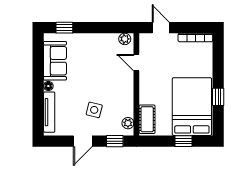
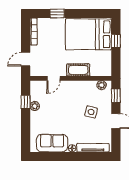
window: (64, 28) -> (26, 102), moved
plant: (125, 39) -> (35, 106), moved
window: (218, 97) -> (57, 13), moved
cot: (147, 119) -> (78, 70), moved

